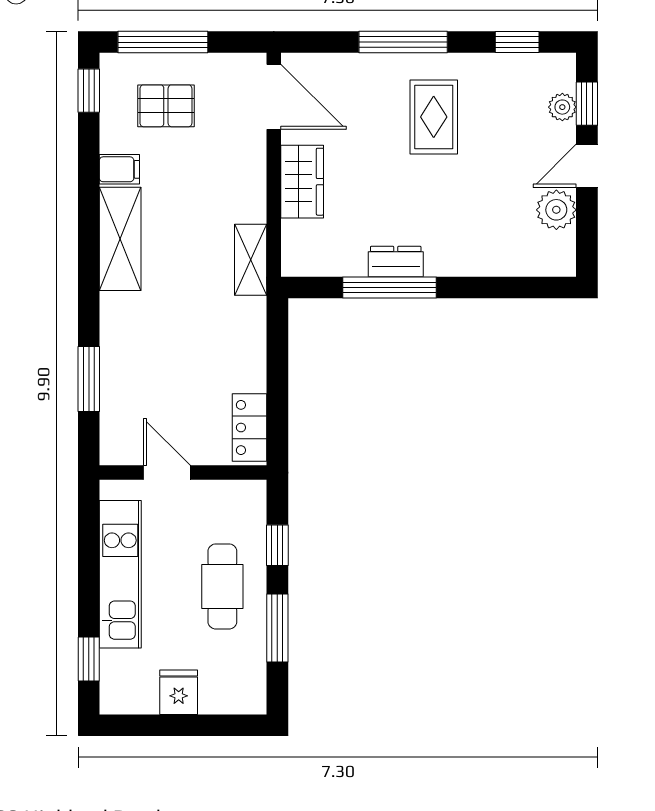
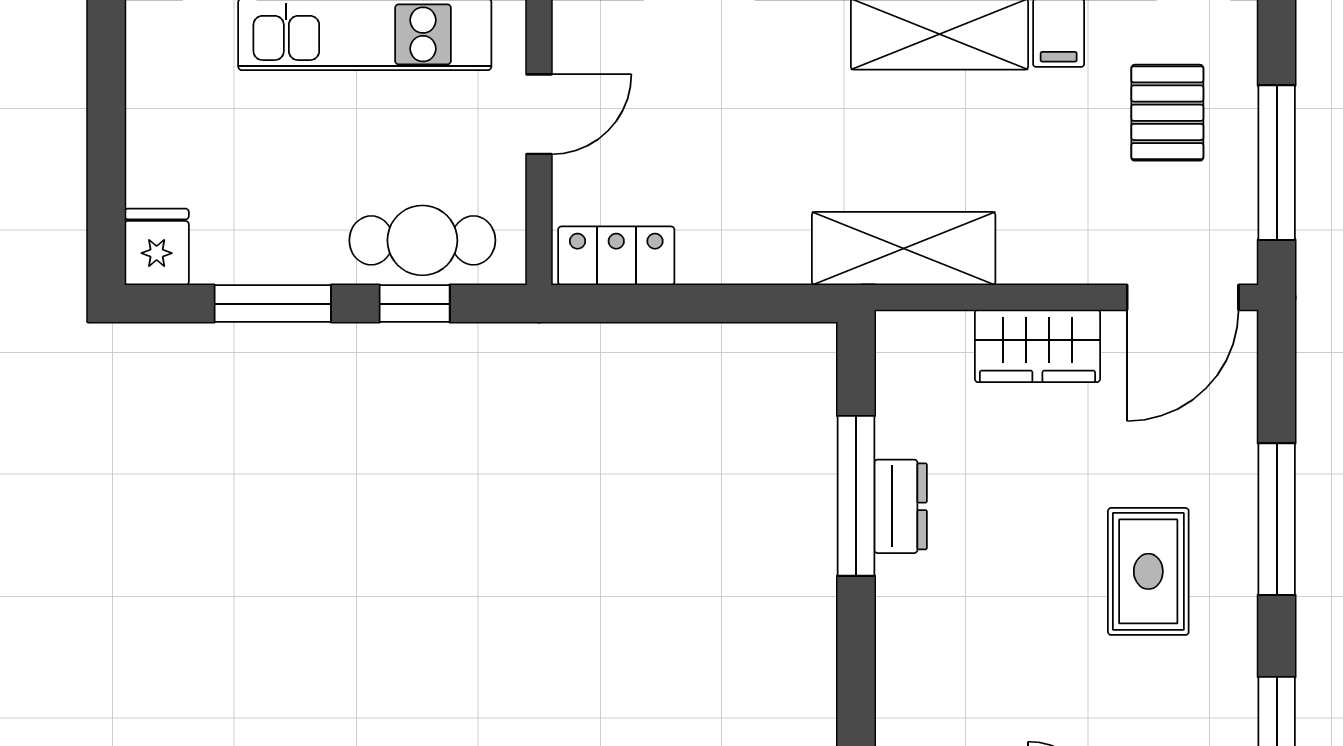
window: (163, 42) -> (1277, 163), moved
rug: (434, 117) -> (1148, 571), turned 90
shelving: (251, 260) -> (904, 249), width x1.50, depth x1.33
cafe table: (222, 586) -> (422, 240), moved
fridge: (179, 692) -> (157, 247), moved, turned -90

